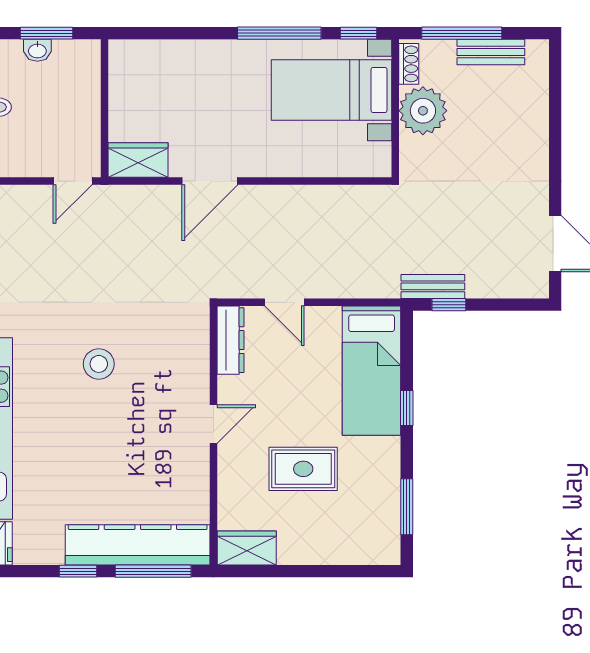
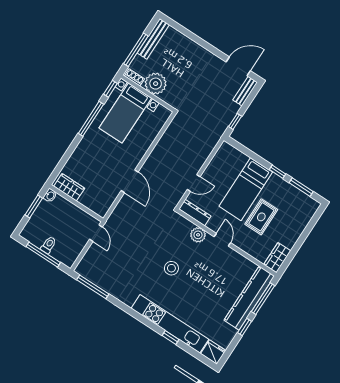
washbasin: (37, 50) -> (50, 195), moved
bench: (491, 52) -> (153, 39), width x1.36
wardrobe: (138, 160) -> (69, 187), moved, turned 90
bench: (433, 286) -> (245, 91), moved
bed: (372, 371) -> (246, 189), moved, turned 90
plant: (193, 373) -> (198, 235), added
window: (407, 408) -> (277, 172), moved

